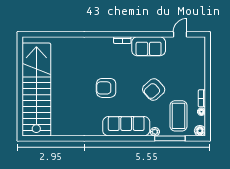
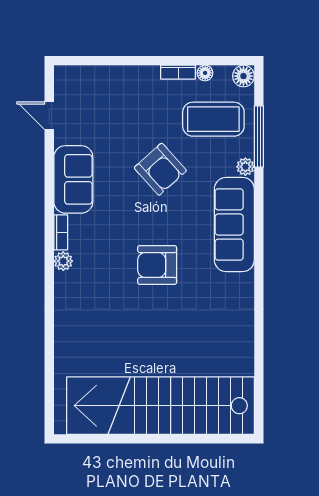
plant: (108, 41) -> (63, 261), added
armchair: (106, 88) -> (157, 265), turned 90

